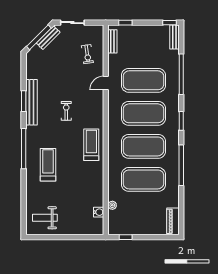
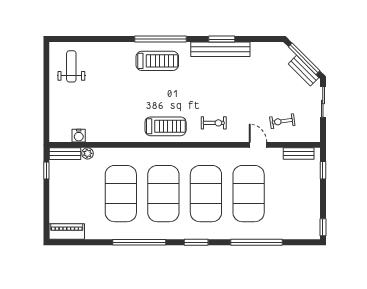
bench: (174, 37) -> (65, 154), moved
door: (106, 83) -> (258, 145), moved
exercise bike: (66, 111) -> (214, 123), moved
treadmill: (48, 165) -> (157, 61), moved

